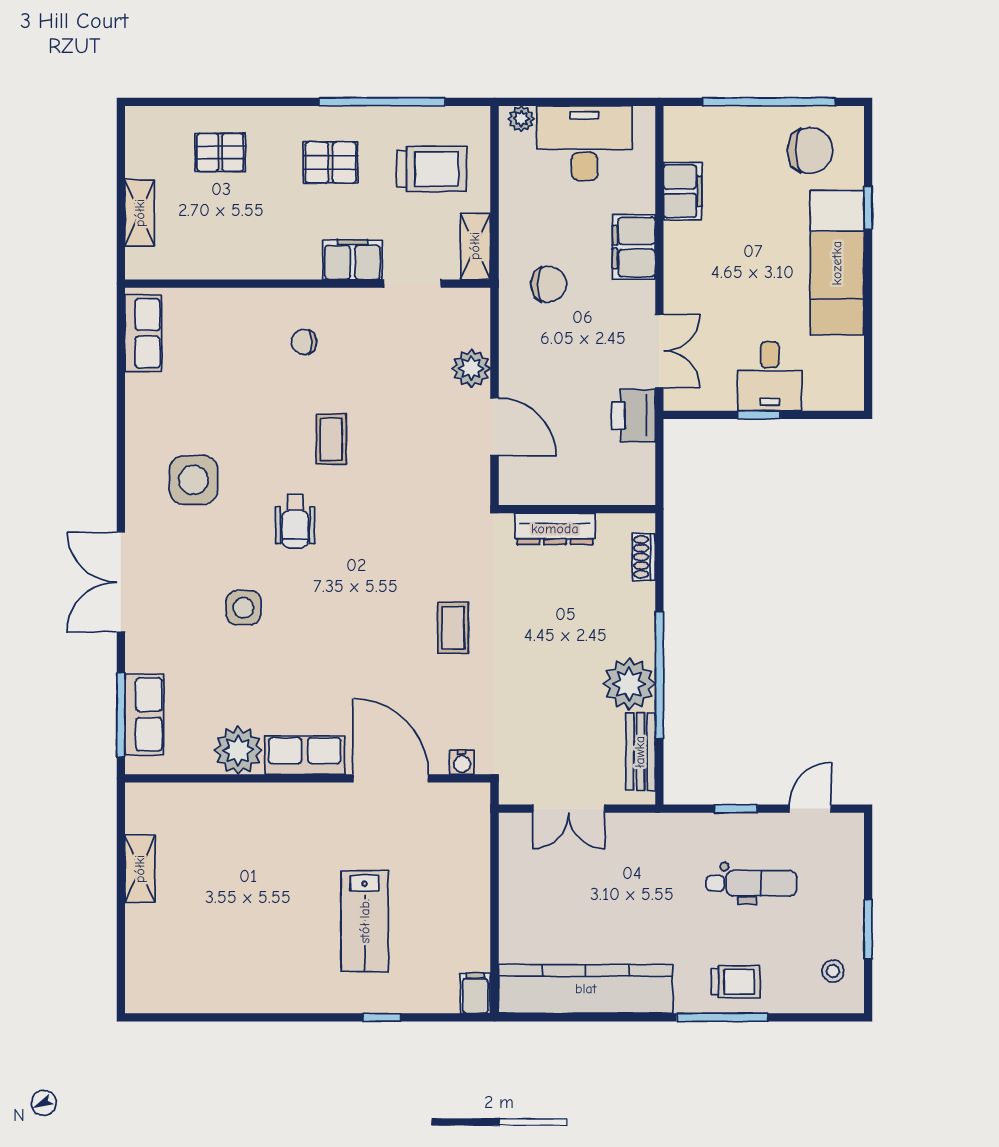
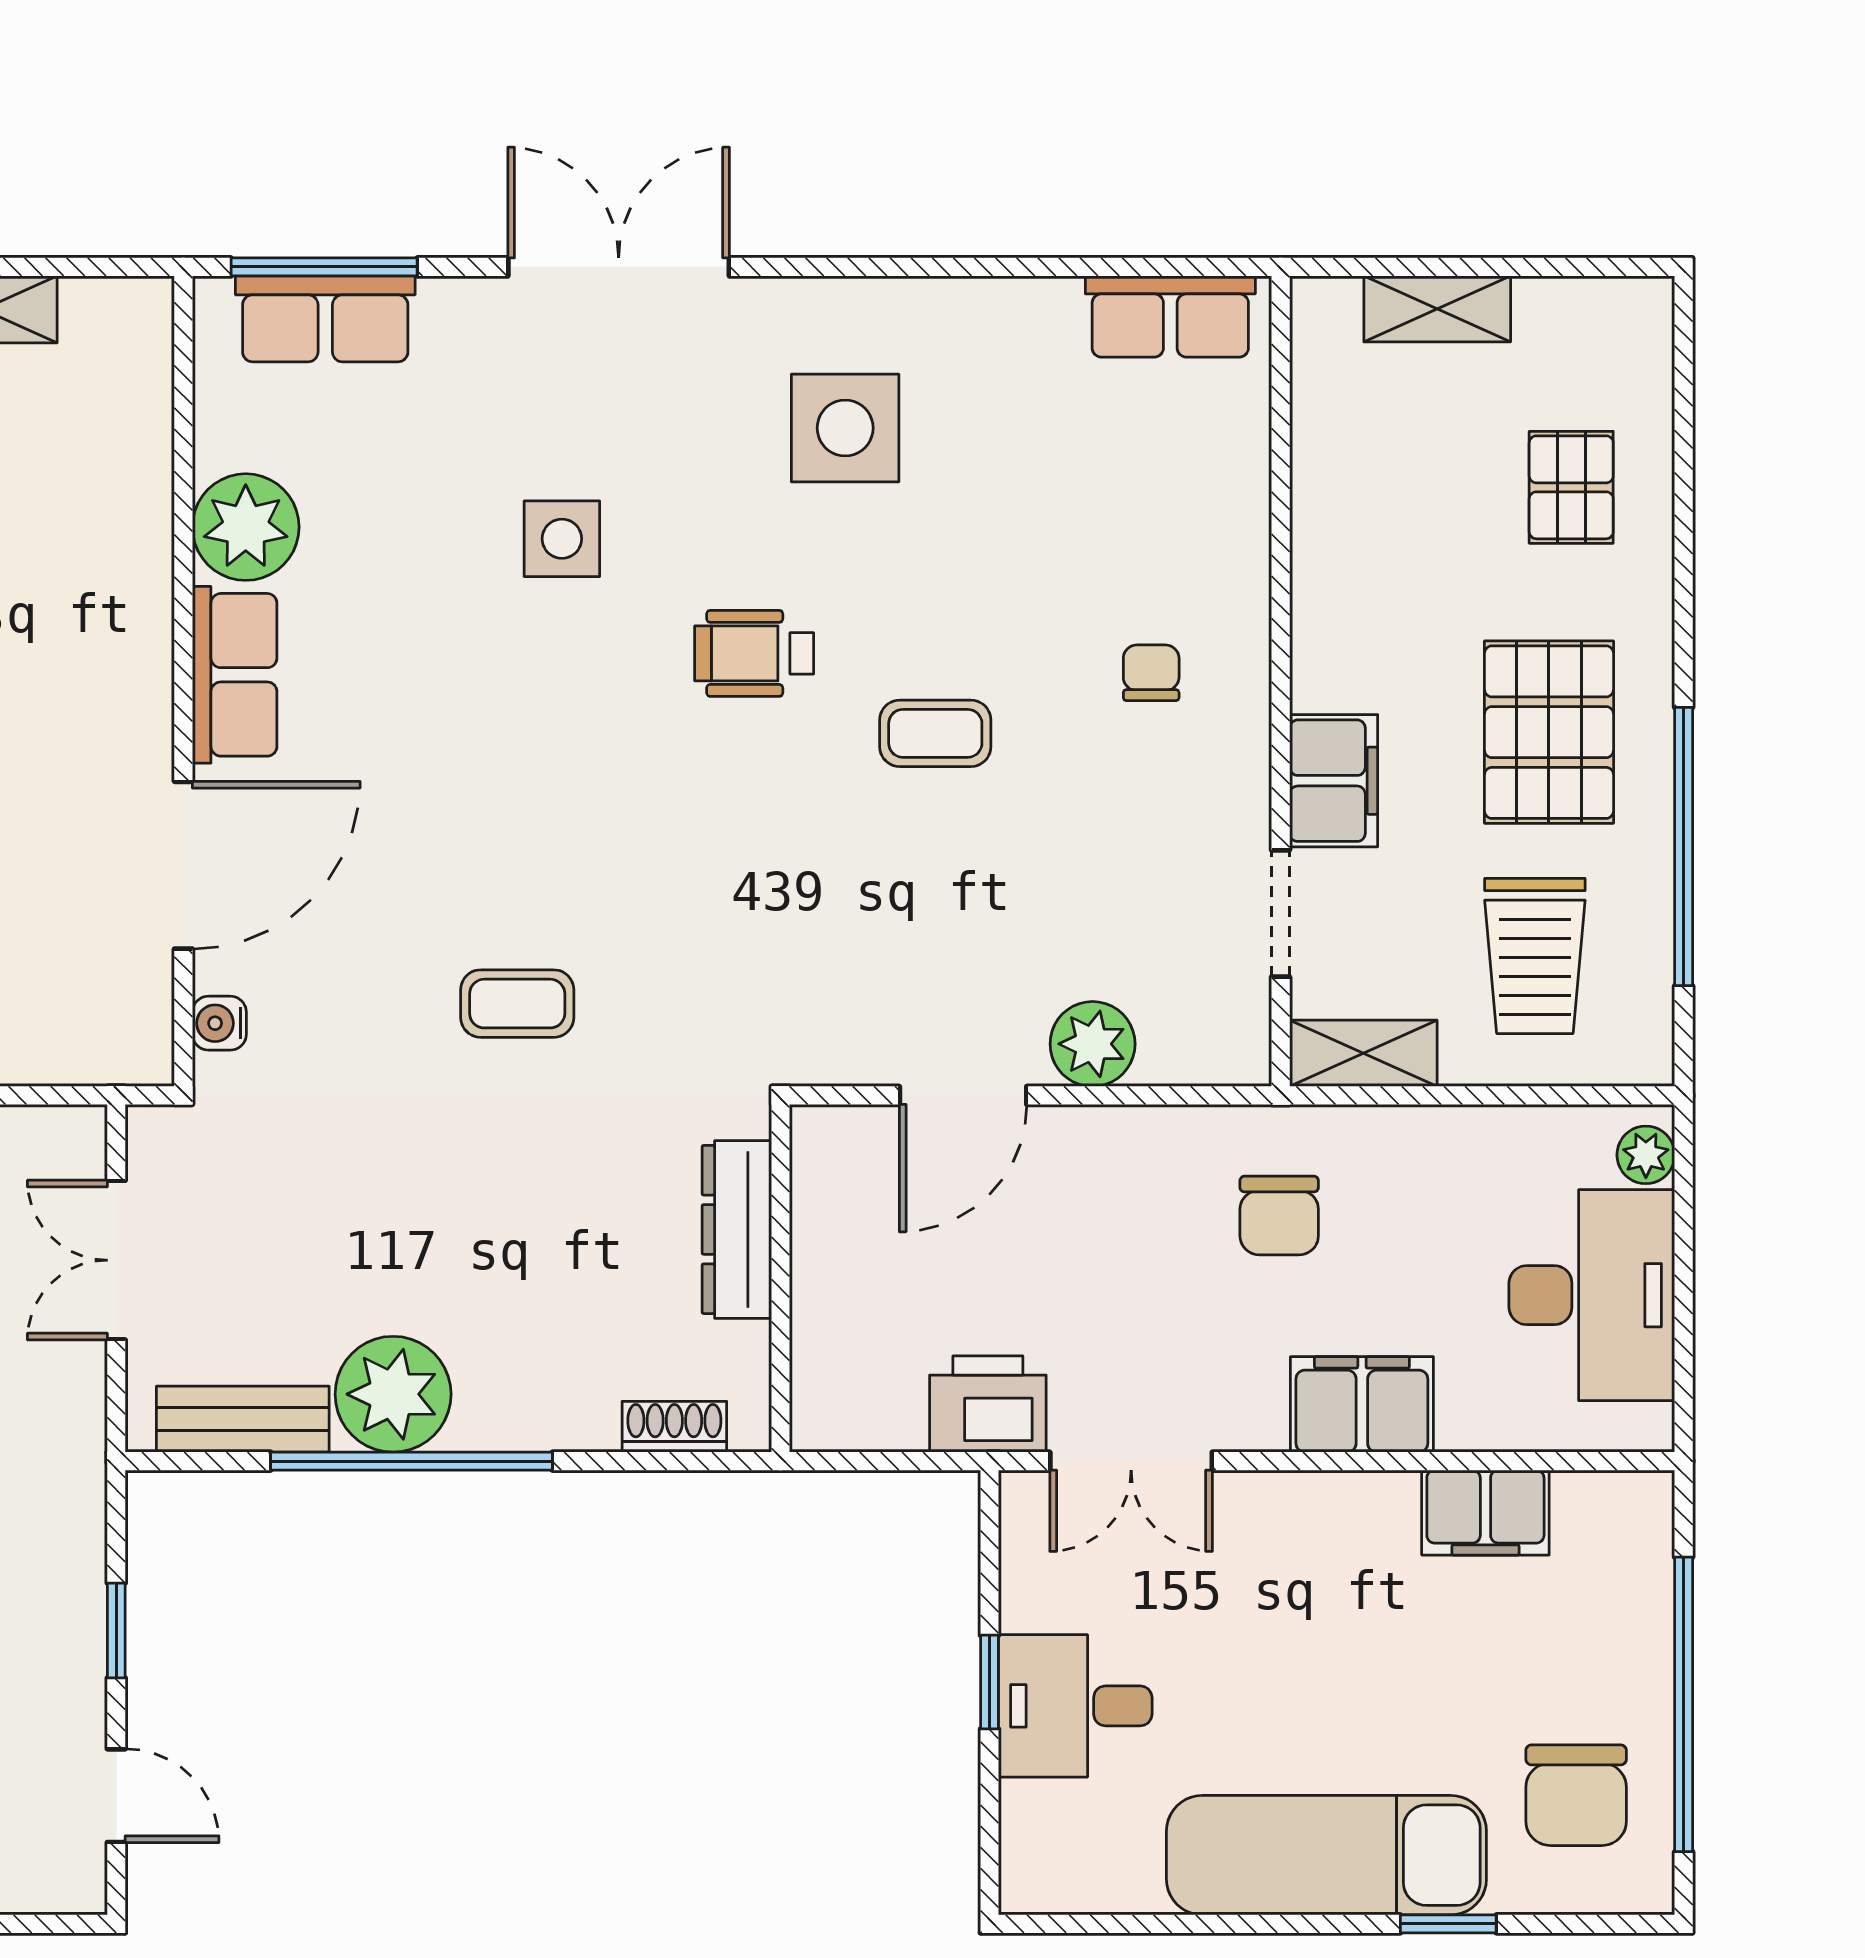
pallet: (331, 163) -> (1549, 732), width x1.50, depth x1.42

